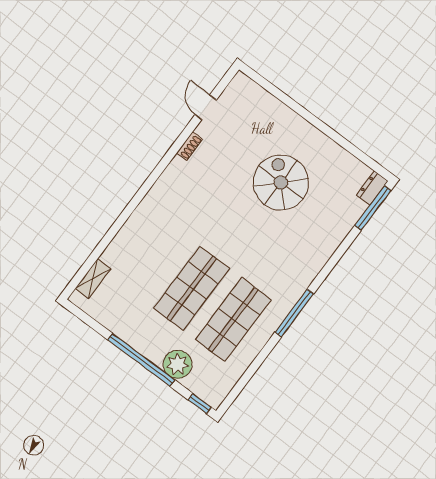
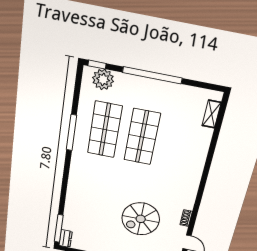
spiral stairs: (281, 183) -> (141, 219), moved, turned 90
window: (294, 313) -> (71, 133), moved
plant: (178, 364) -> (103, 79), moved

